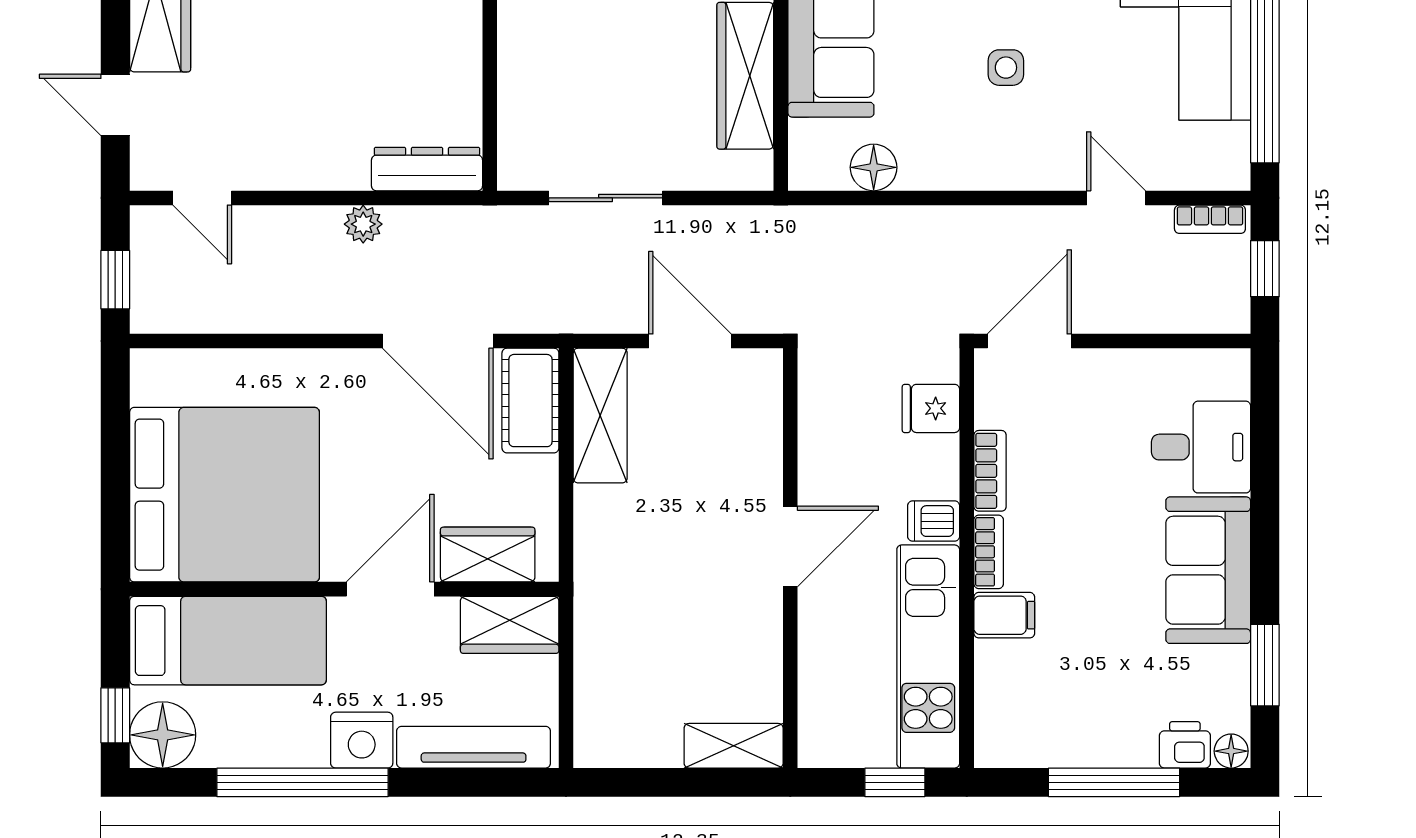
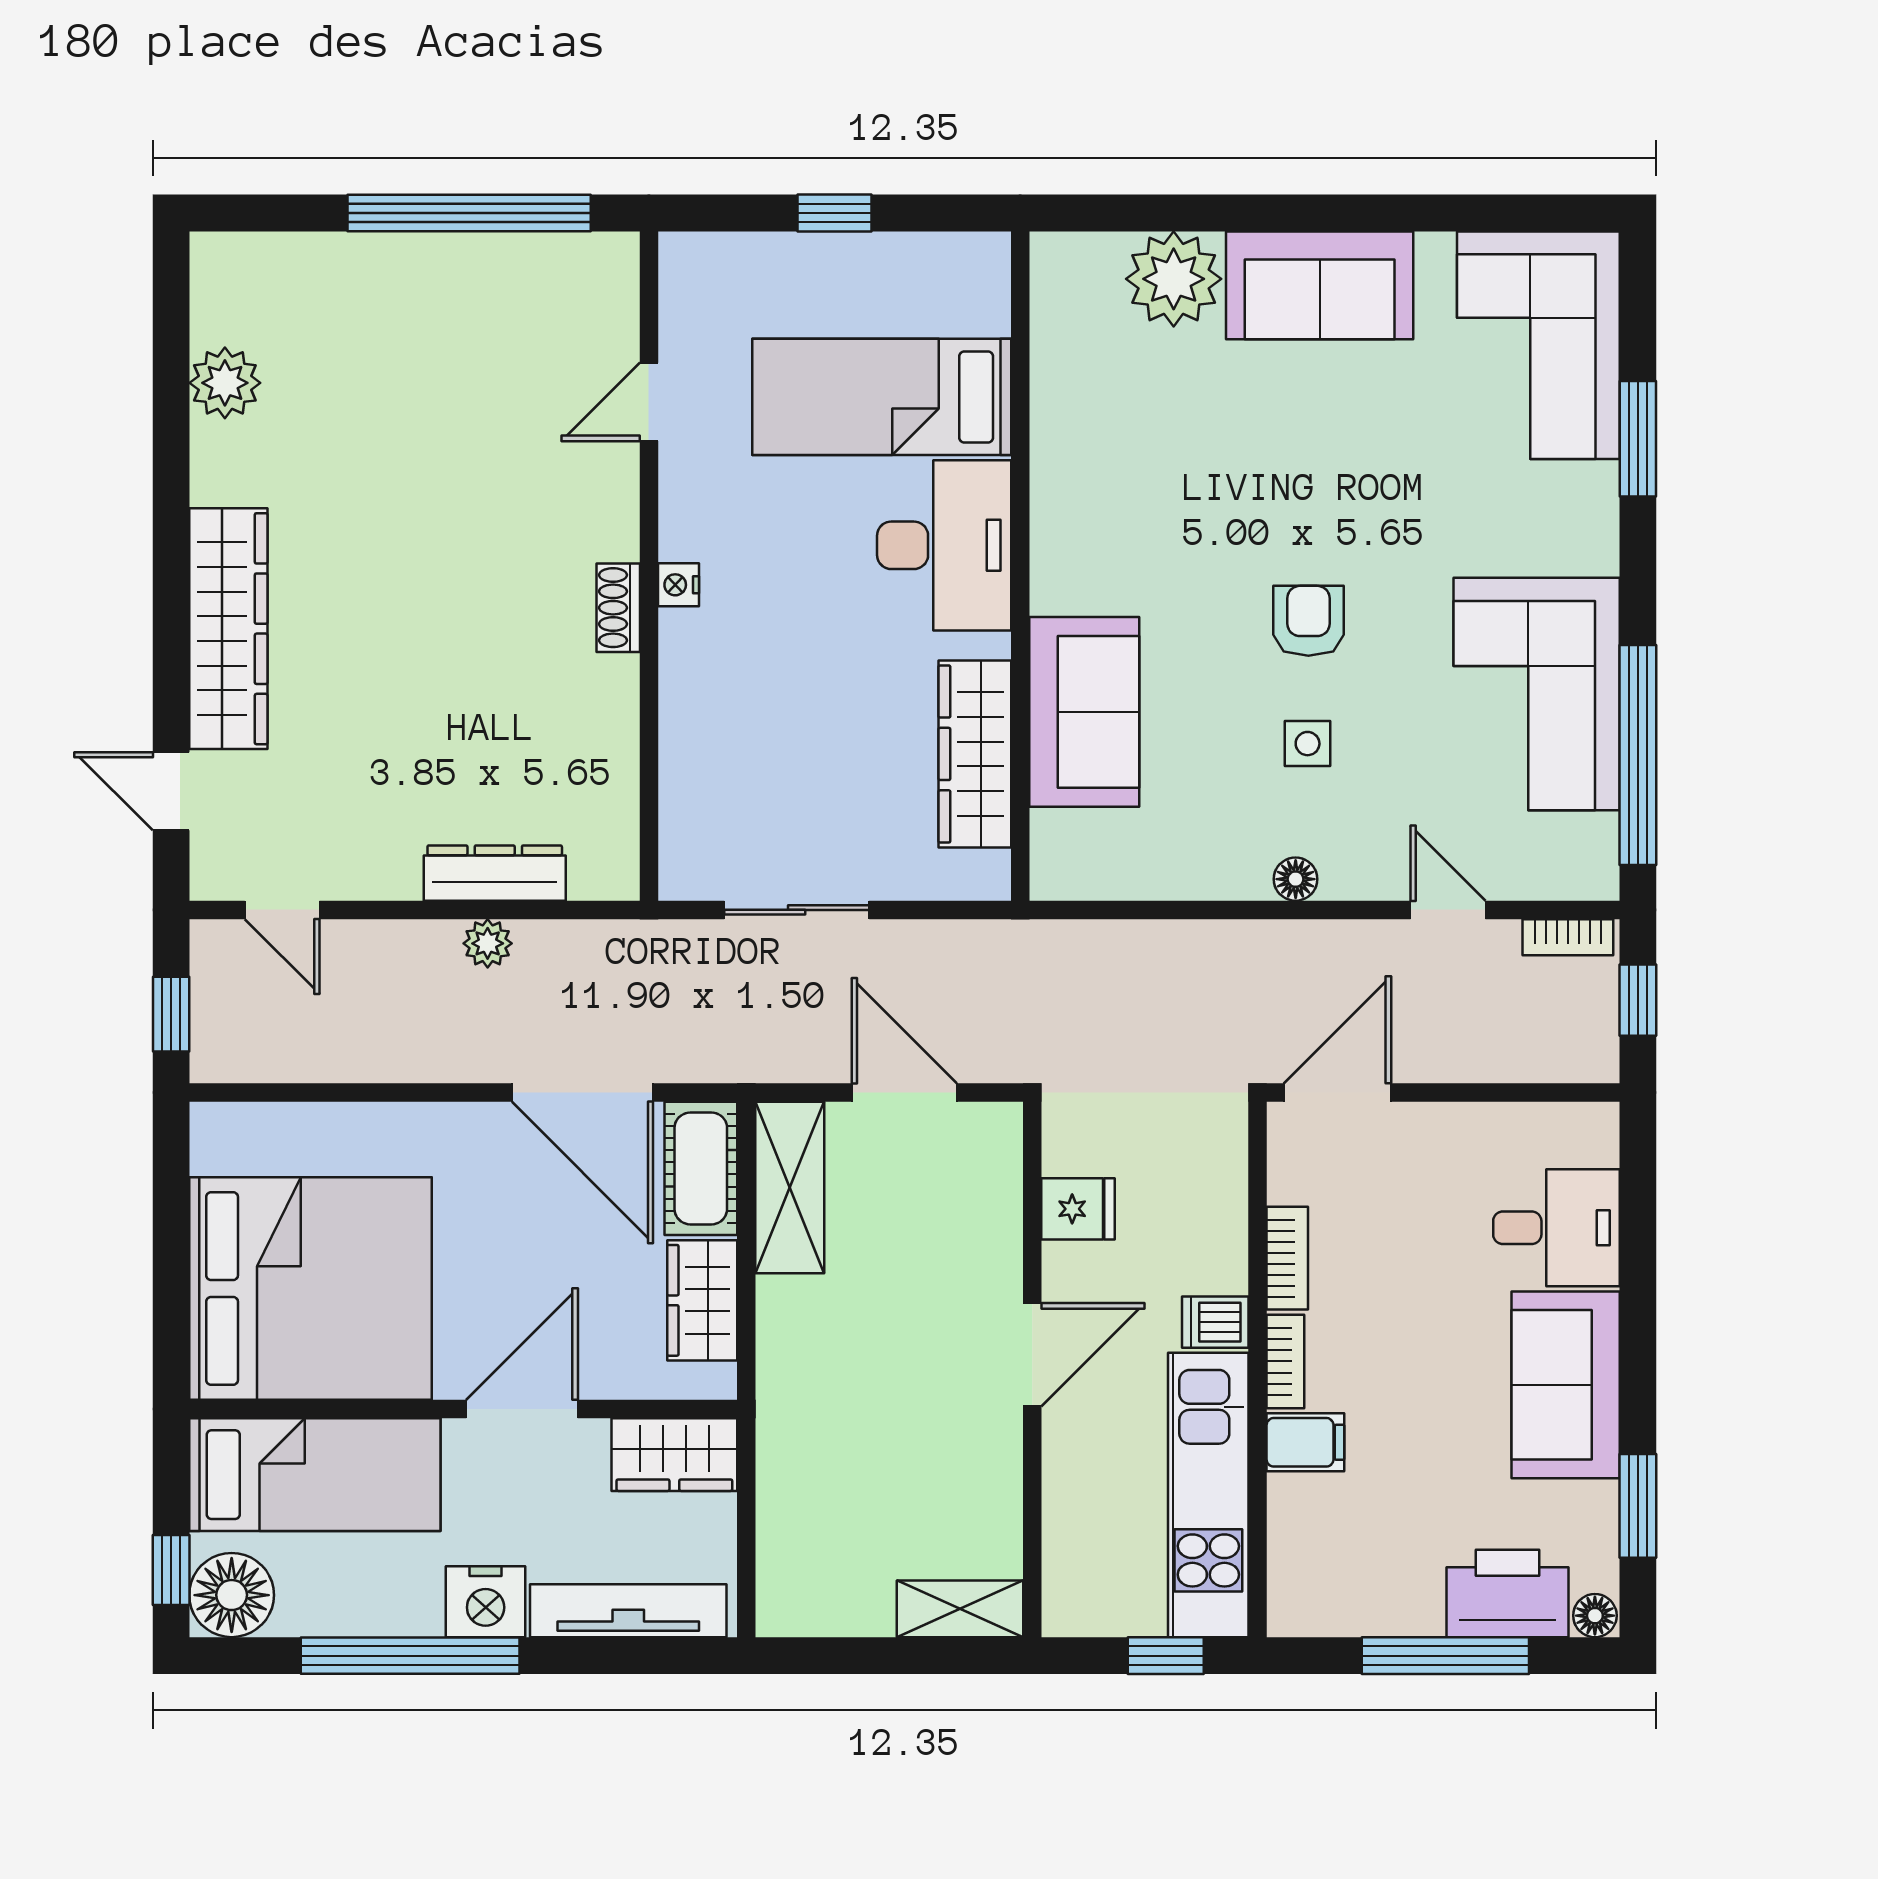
floor lamp: (874, 167) -> (1296, 879), moved, width x0.73, depth x0.73
dresser: (427, 169) -> (495, 873), moved
fridge: (931, 408) -> (1078, 1209), moved, turned 180
wardrobe: (488, 555) -> (702, 1300), moved, turned -90
printer: (1185, 745) -> (1507, 1593), width x1.87, depth x1.48

